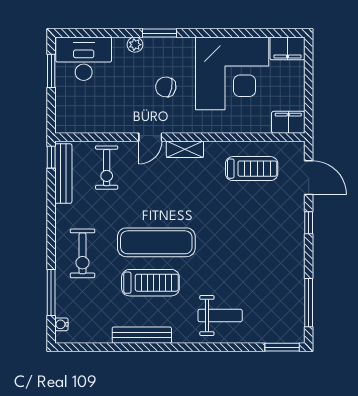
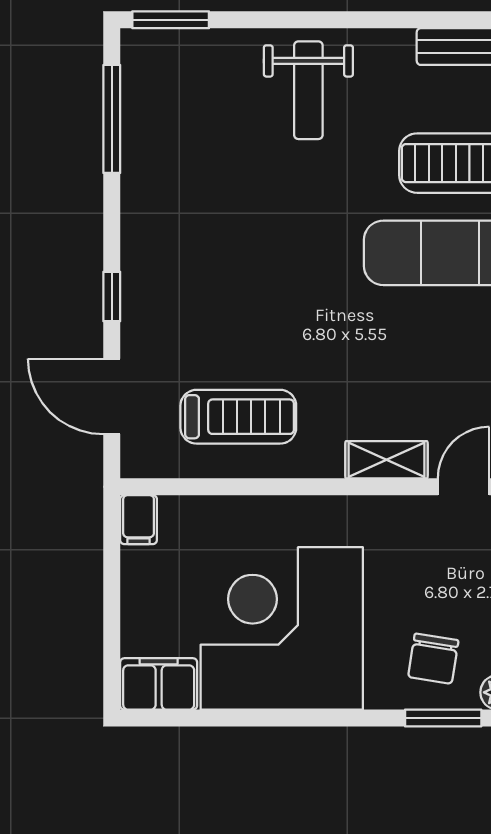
chair: (166, 87) -> (433, 659), moved, turned 88
filing cabinet: (288, 122) -> (139, 520), width x0.50
treadmill: (252, 169) -> (238, 417), turned 180
weight bench: (220, 315) -> (308, 90), turned -90

